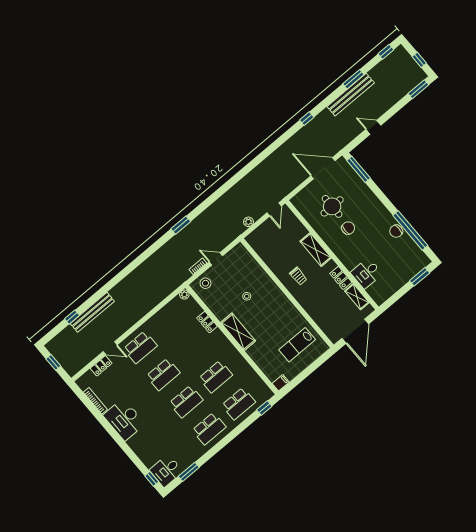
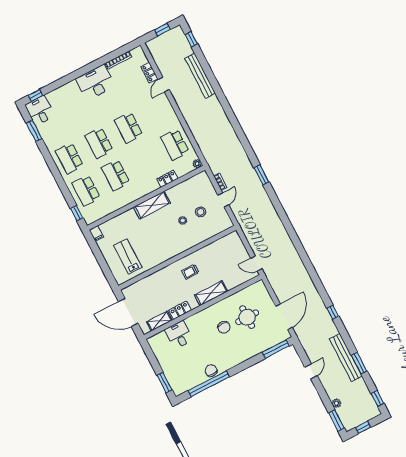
plant: (248, 222) -> (336, 403), moved
stool: (205, 283) -> (201, 212), moved
window: (72, 317) -> (191, 39), moved
school desk: (140, 347) -> (175, 145), moved

